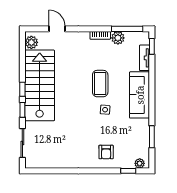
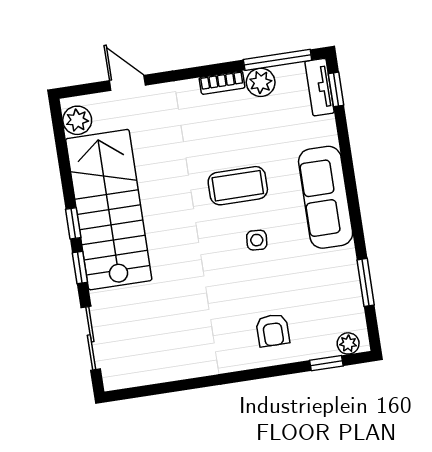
tv unit: (144, 58) -> (320, 87), moved
coffee table: (100, 84) -> (238, 186), turned 90

